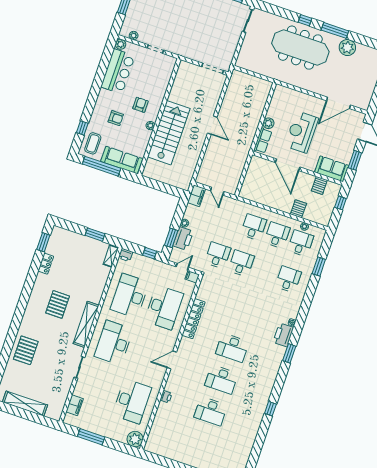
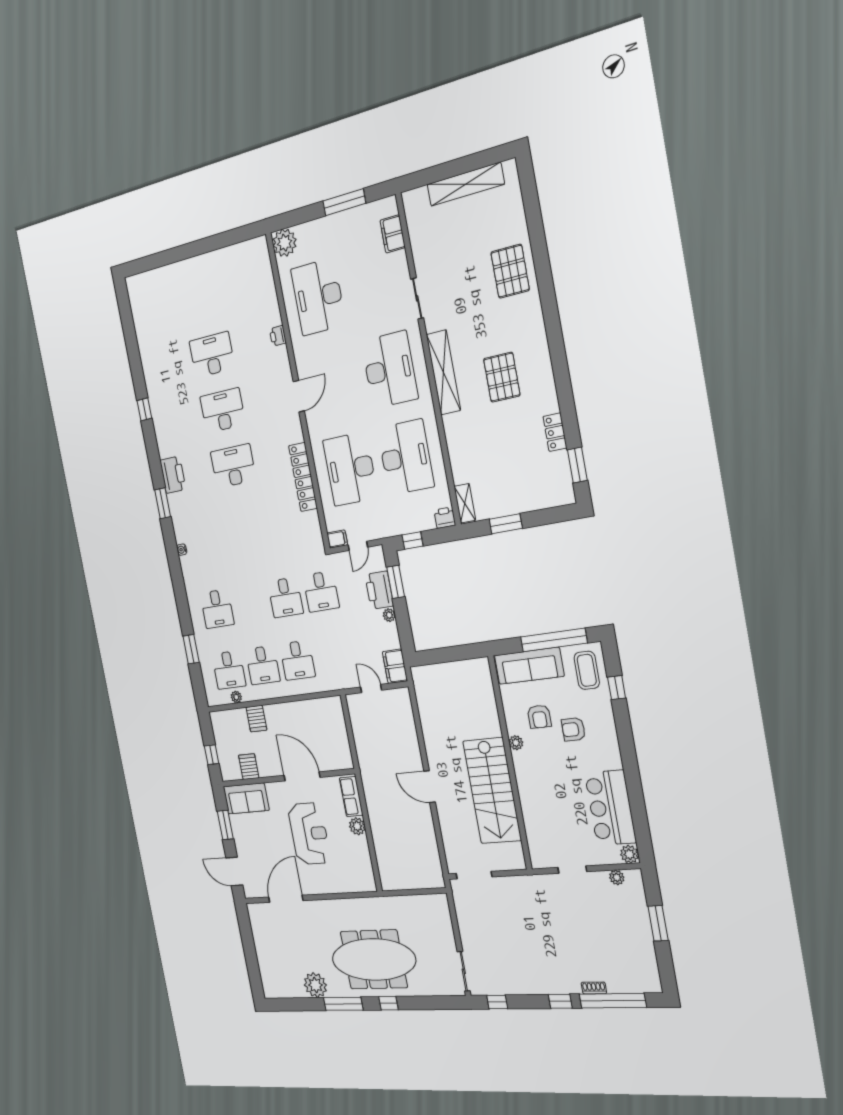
armchair: (140, 105) -> (539, 717), moved
stairs: (169, 133) -> (492, 791), moved
printer: (283, 335) -> (173, 475), moved

